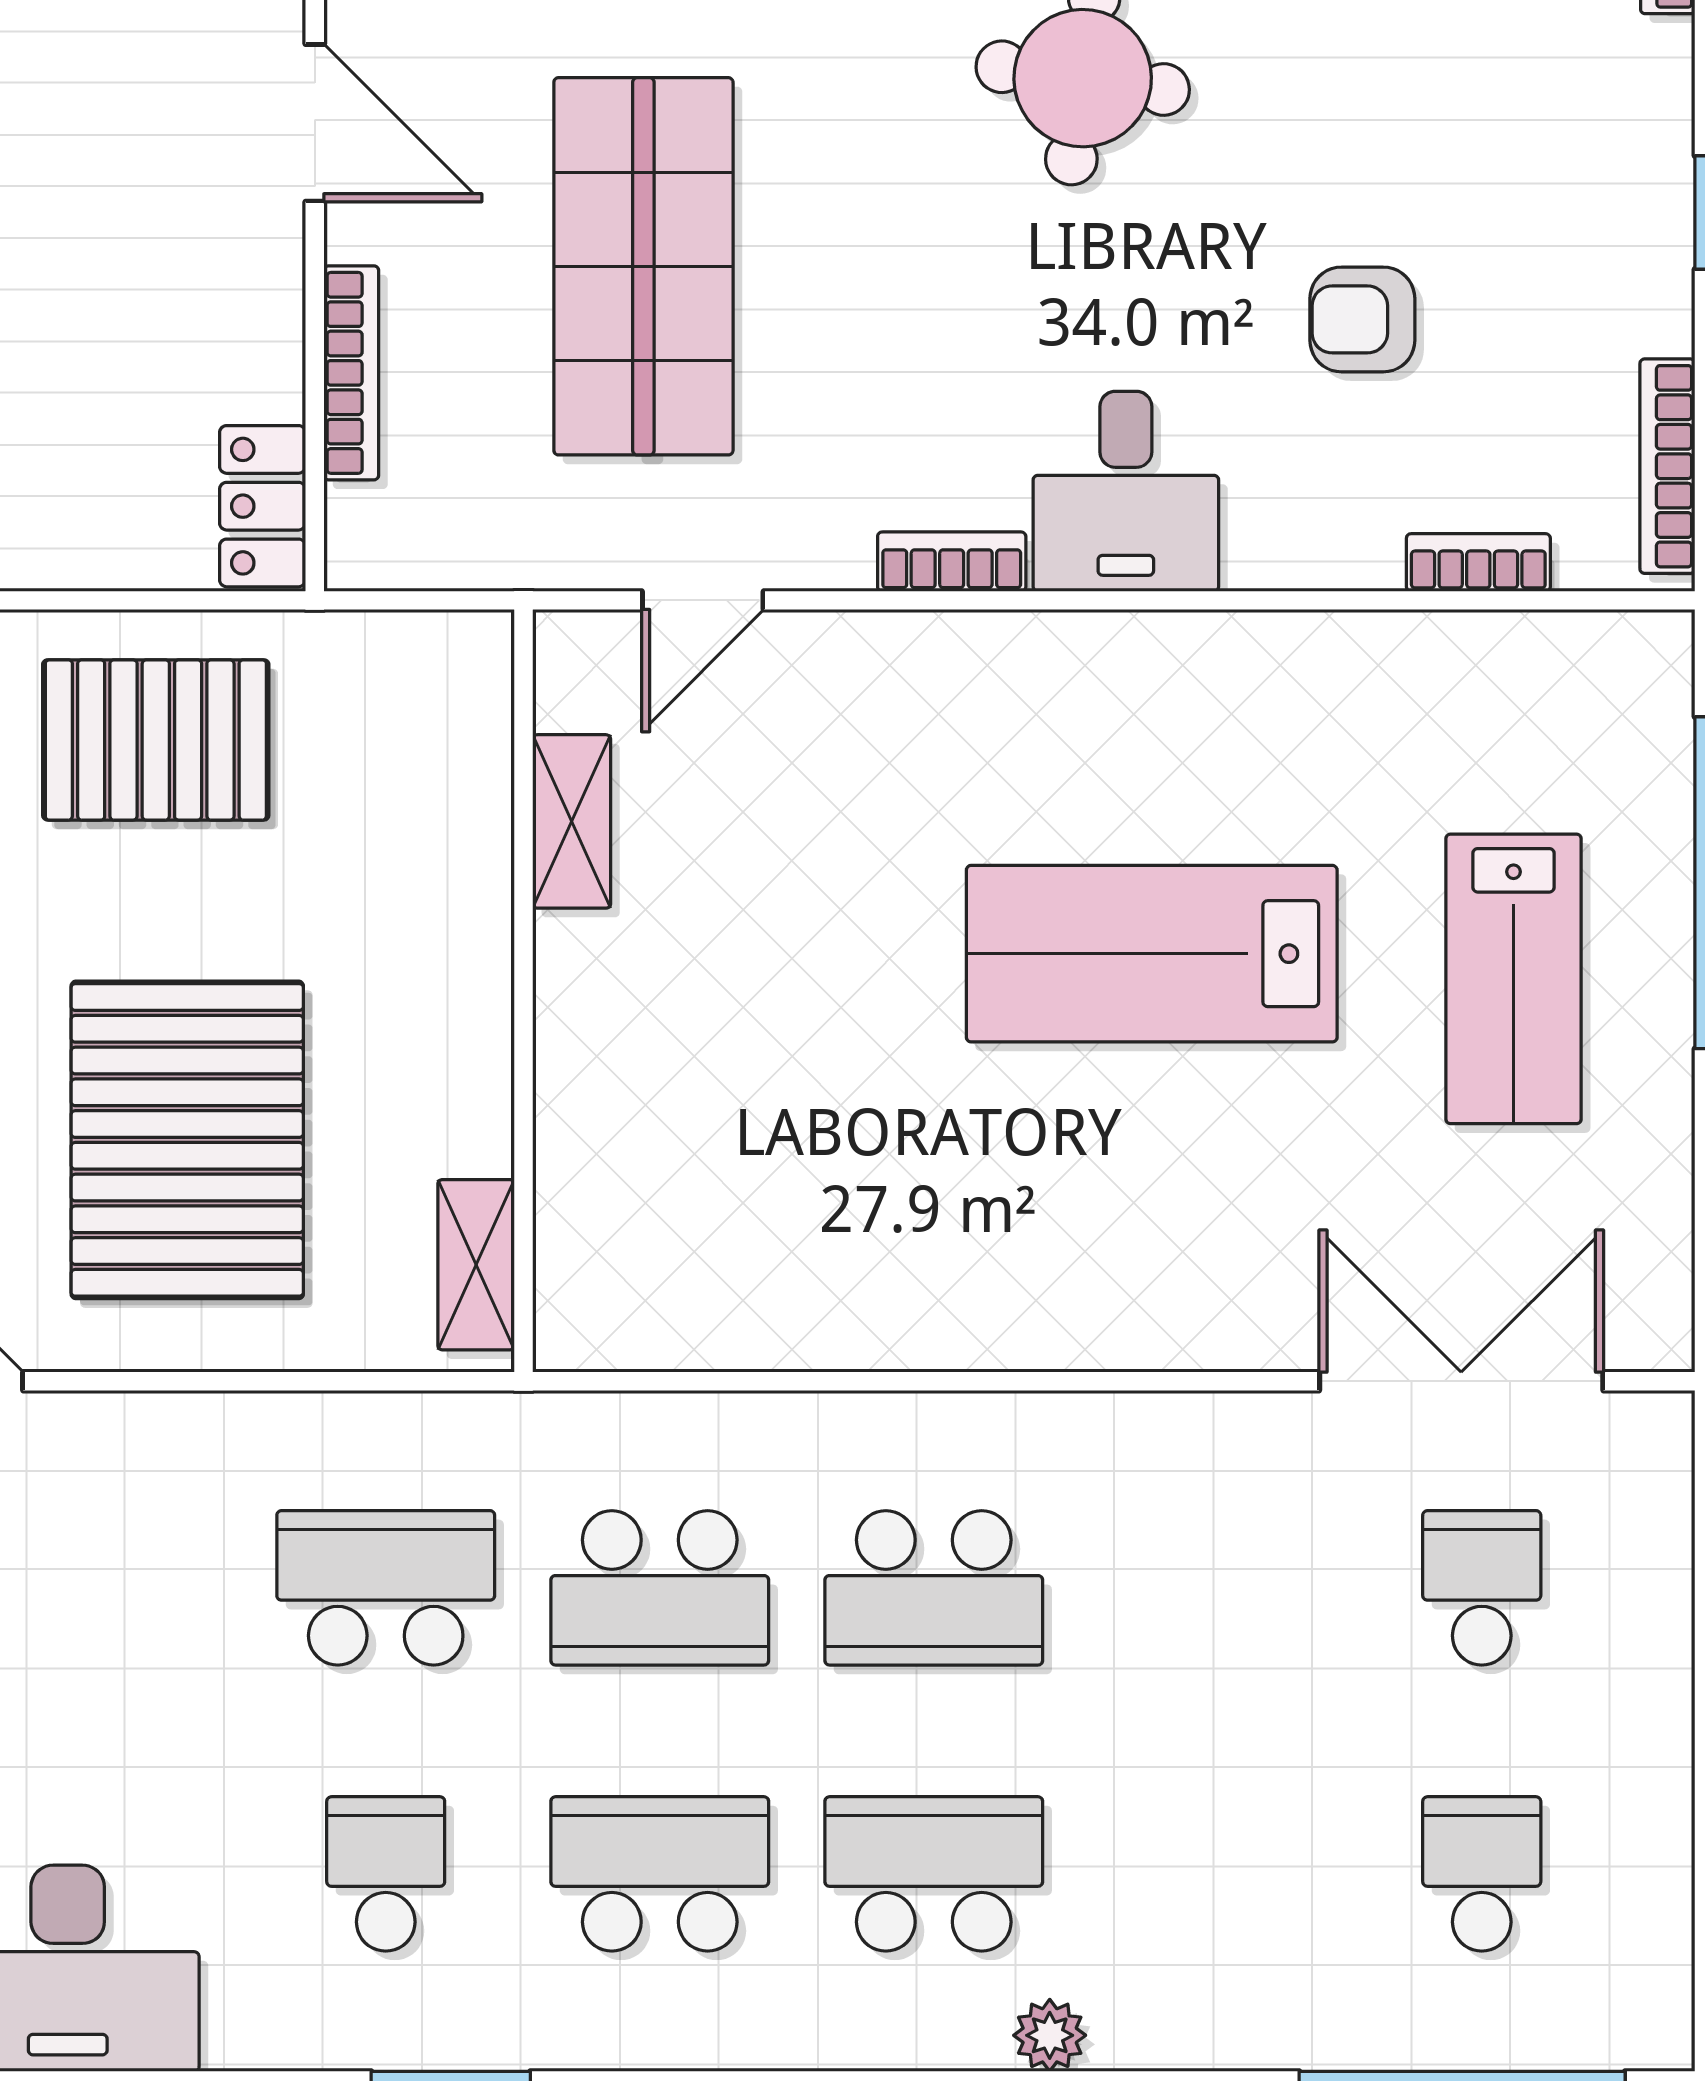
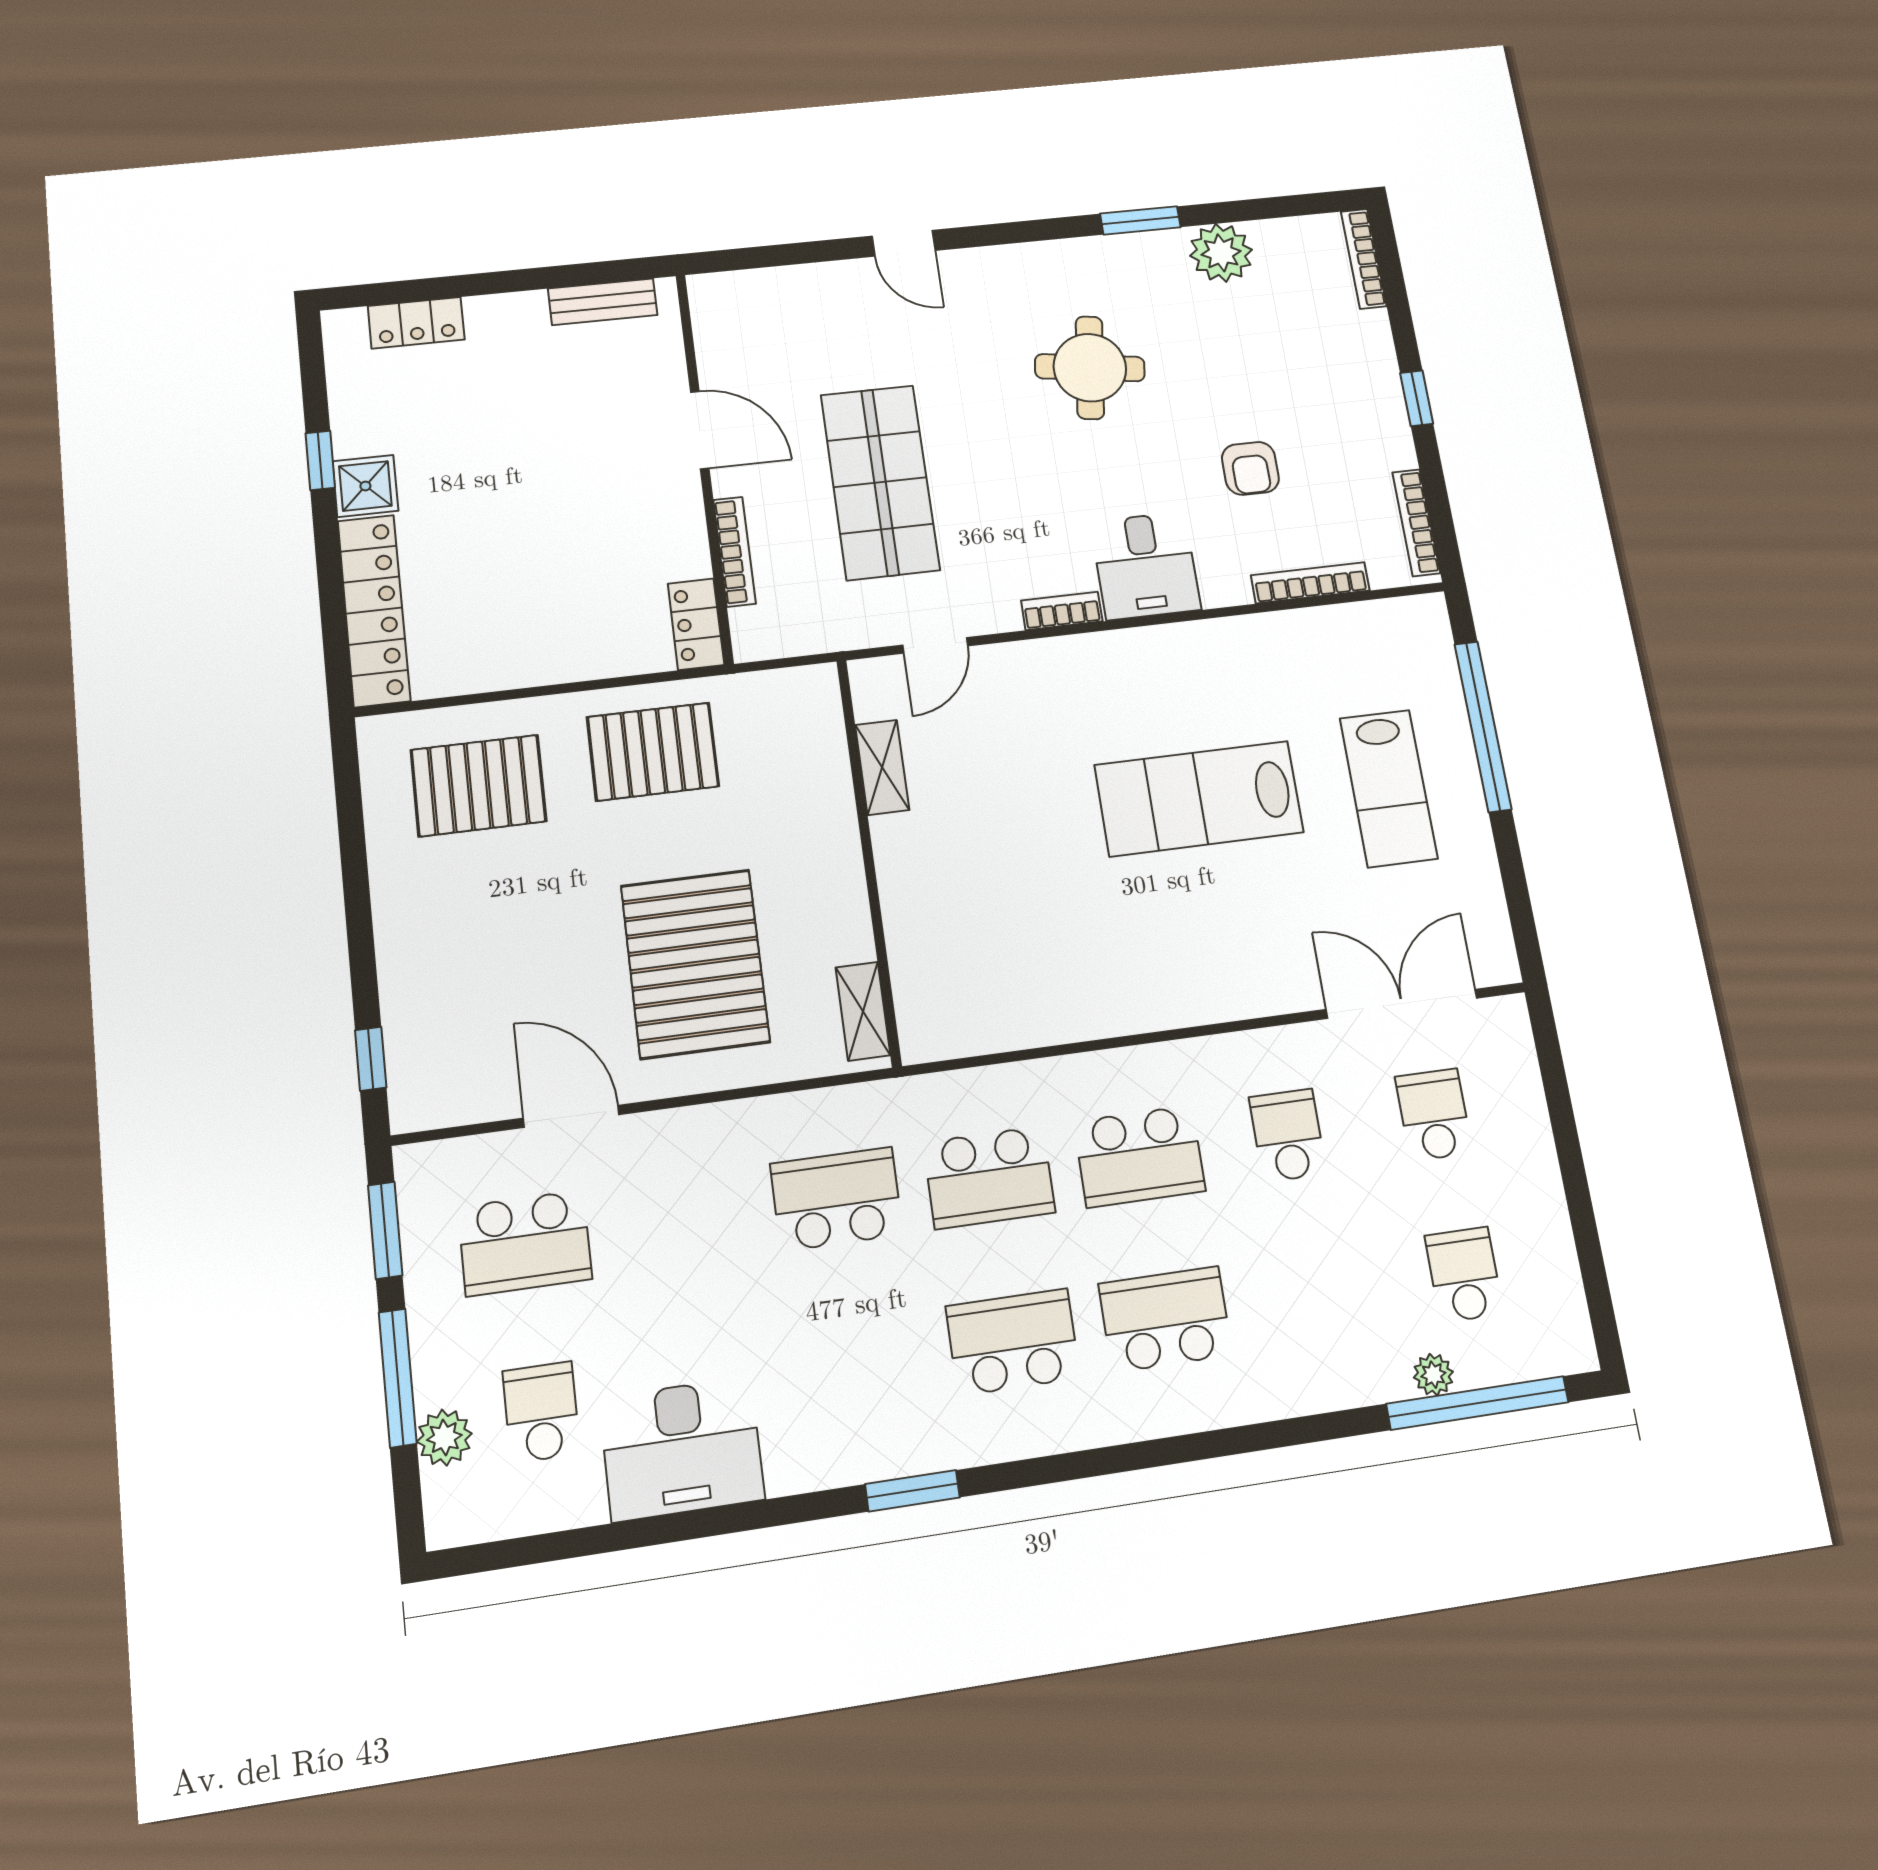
armchair: (1362, 319) -> (1250, 468), turned -90
bookcase: (1478, 563) -> (1310, 583), width x1.56
school desk: (386, 1874) -> (1288, 1135), moved
plant: (1050, 2035) -> (1433, 1375), moved

